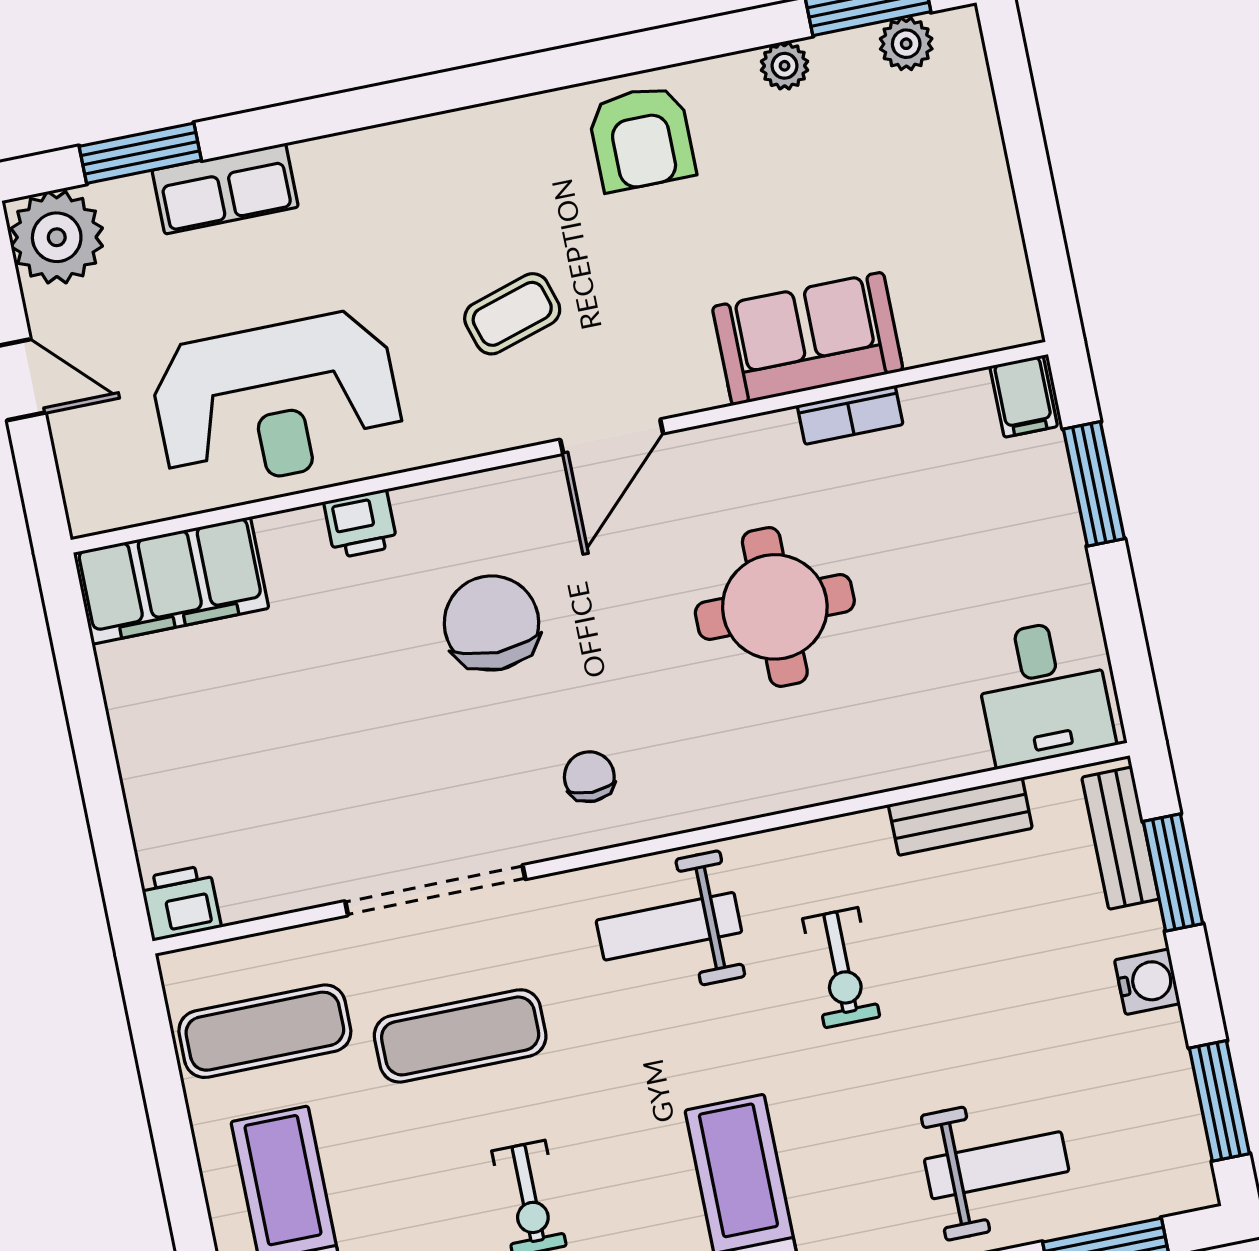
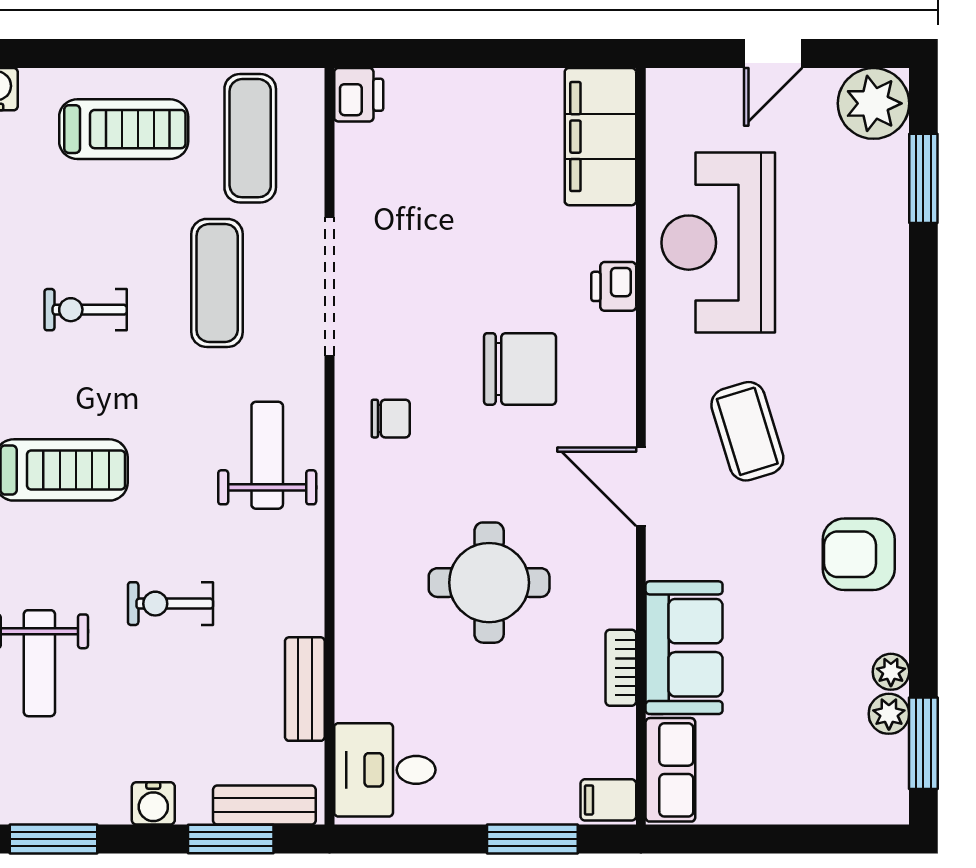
plant: (906, 44) -> (889, 714), moved
row of seats: (225, 189) -> (670, 770), moved, turned 180
coffee table: (512, 314) -> (747, 431), width x1.36, depth x1.30
exercise bike: (841, 968) -> (171, 604), moved

